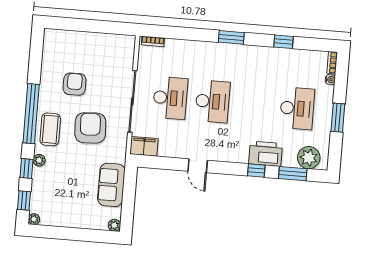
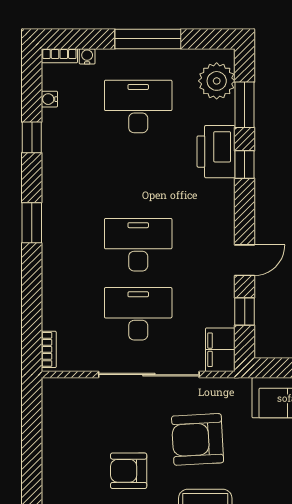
water cooler: (306, 54) -> (49, 99), added
window: (338, 118) -> (148, 39), width x1.44
window: (166, 163) -> (245, 312), added

